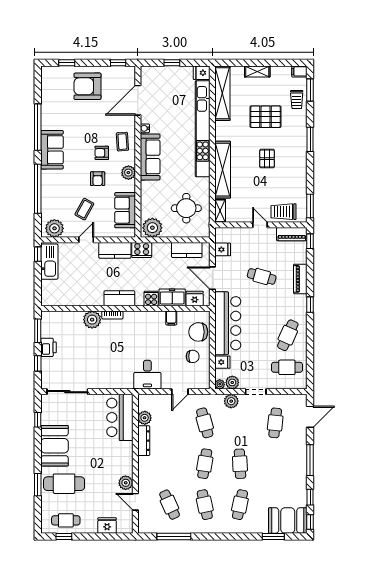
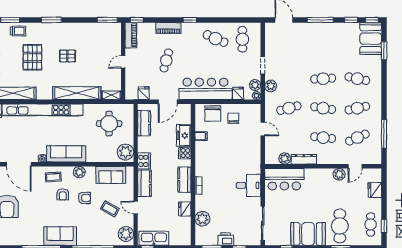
trolley: (283, 212) -> (112, 42), removed
fridge: (195, 299) -> (185, 209), moved
plant: (92, 320) -> (202, 219), moved
desk: (147, 375) -> (249, 185), moved
cafe table: (275, 423) -> (323, 138), moved

